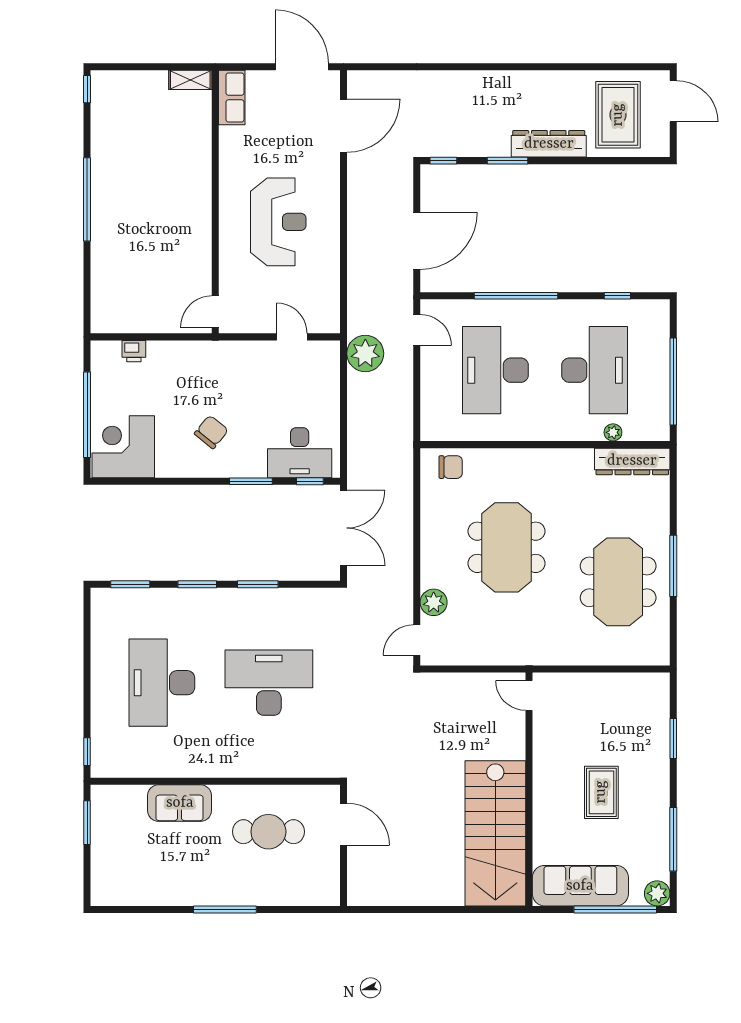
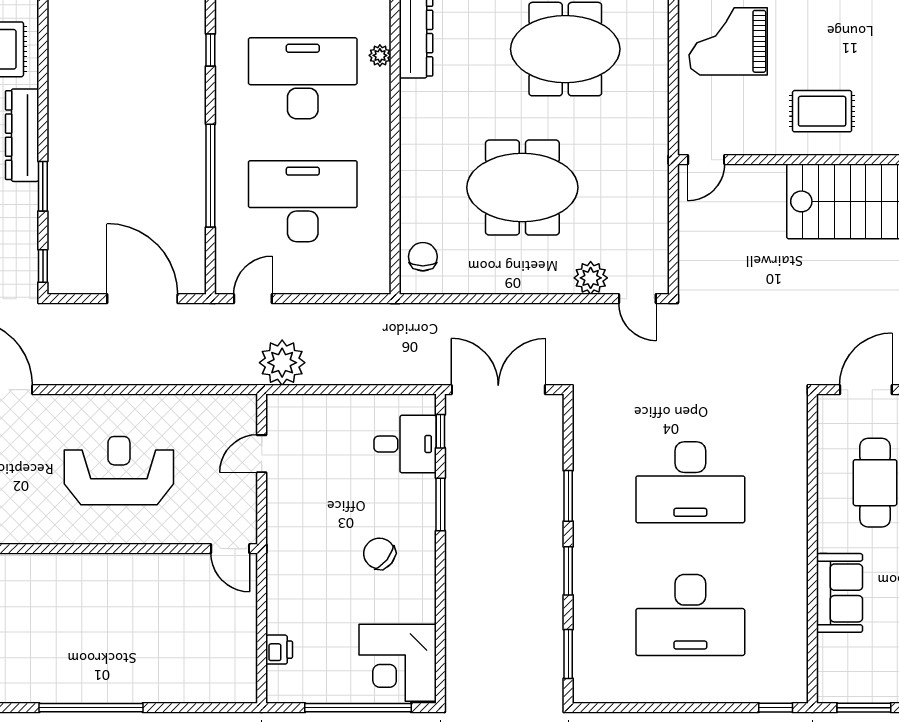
desk: (495, 370) -> (303, 201), turned 180
desk: (300, 453) -> (405, 444), width x0.73
desk: (269, 683) -> (690, 482), turned -90
grand piano: (624, 713) -> (728, 41), added
rug: (601, 792) -> (822, 111), moved

